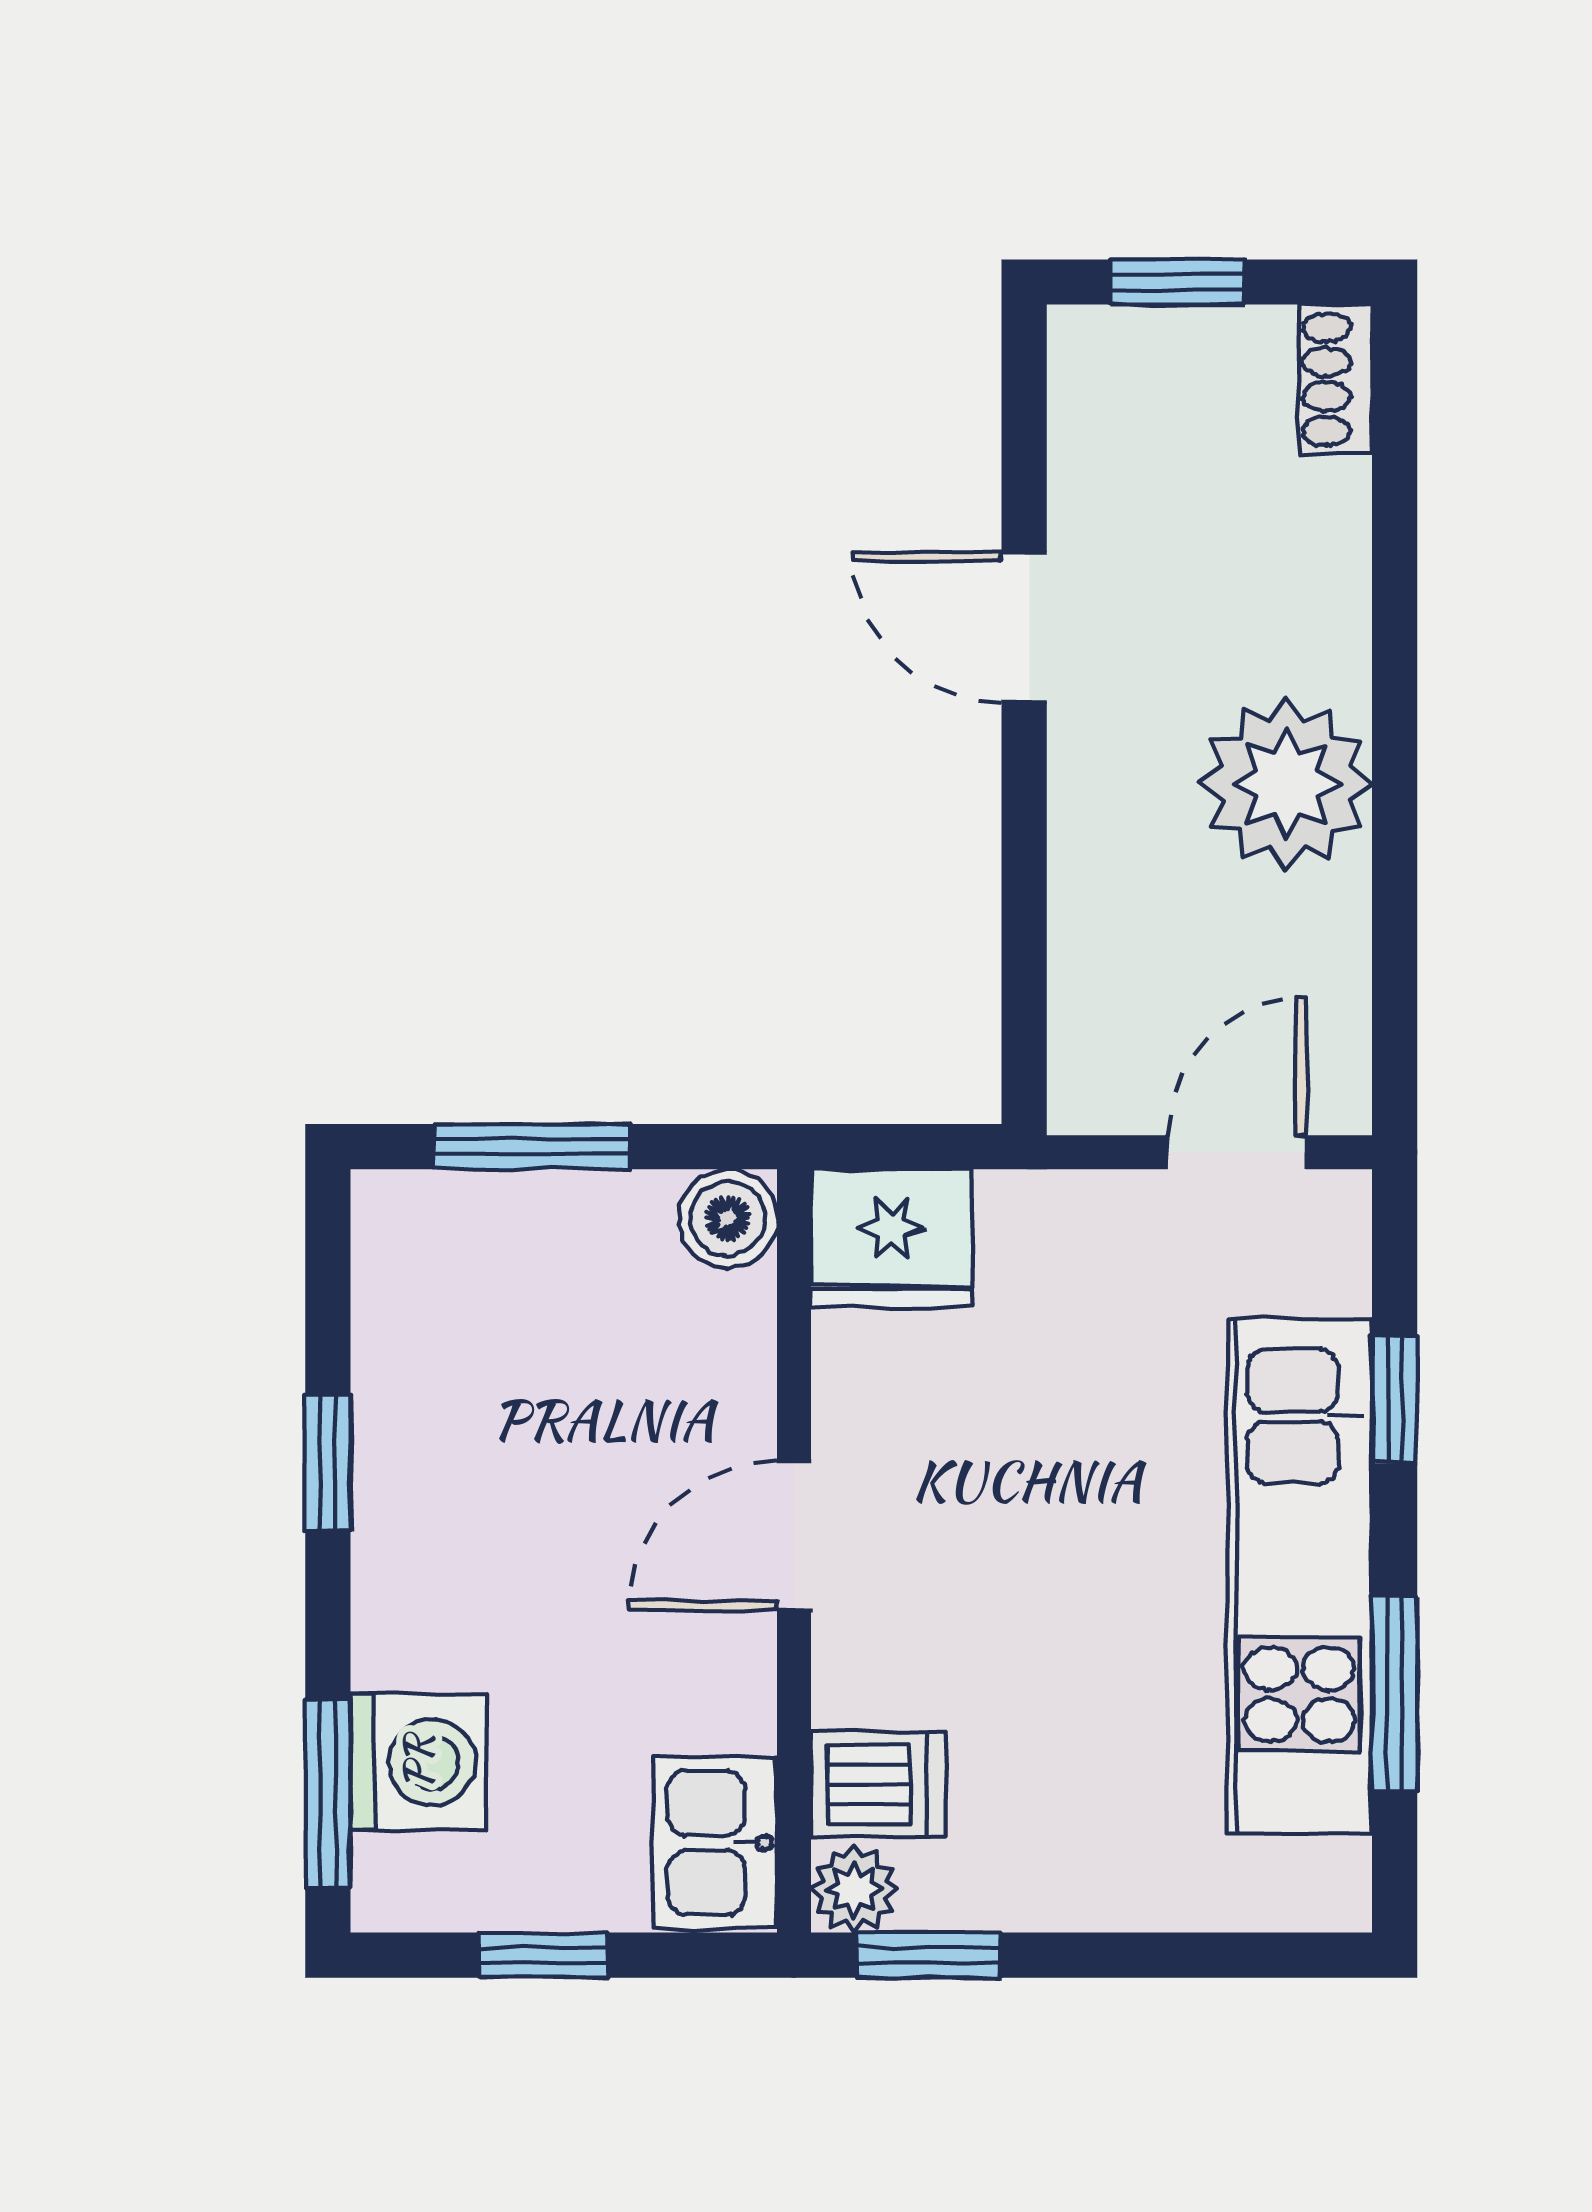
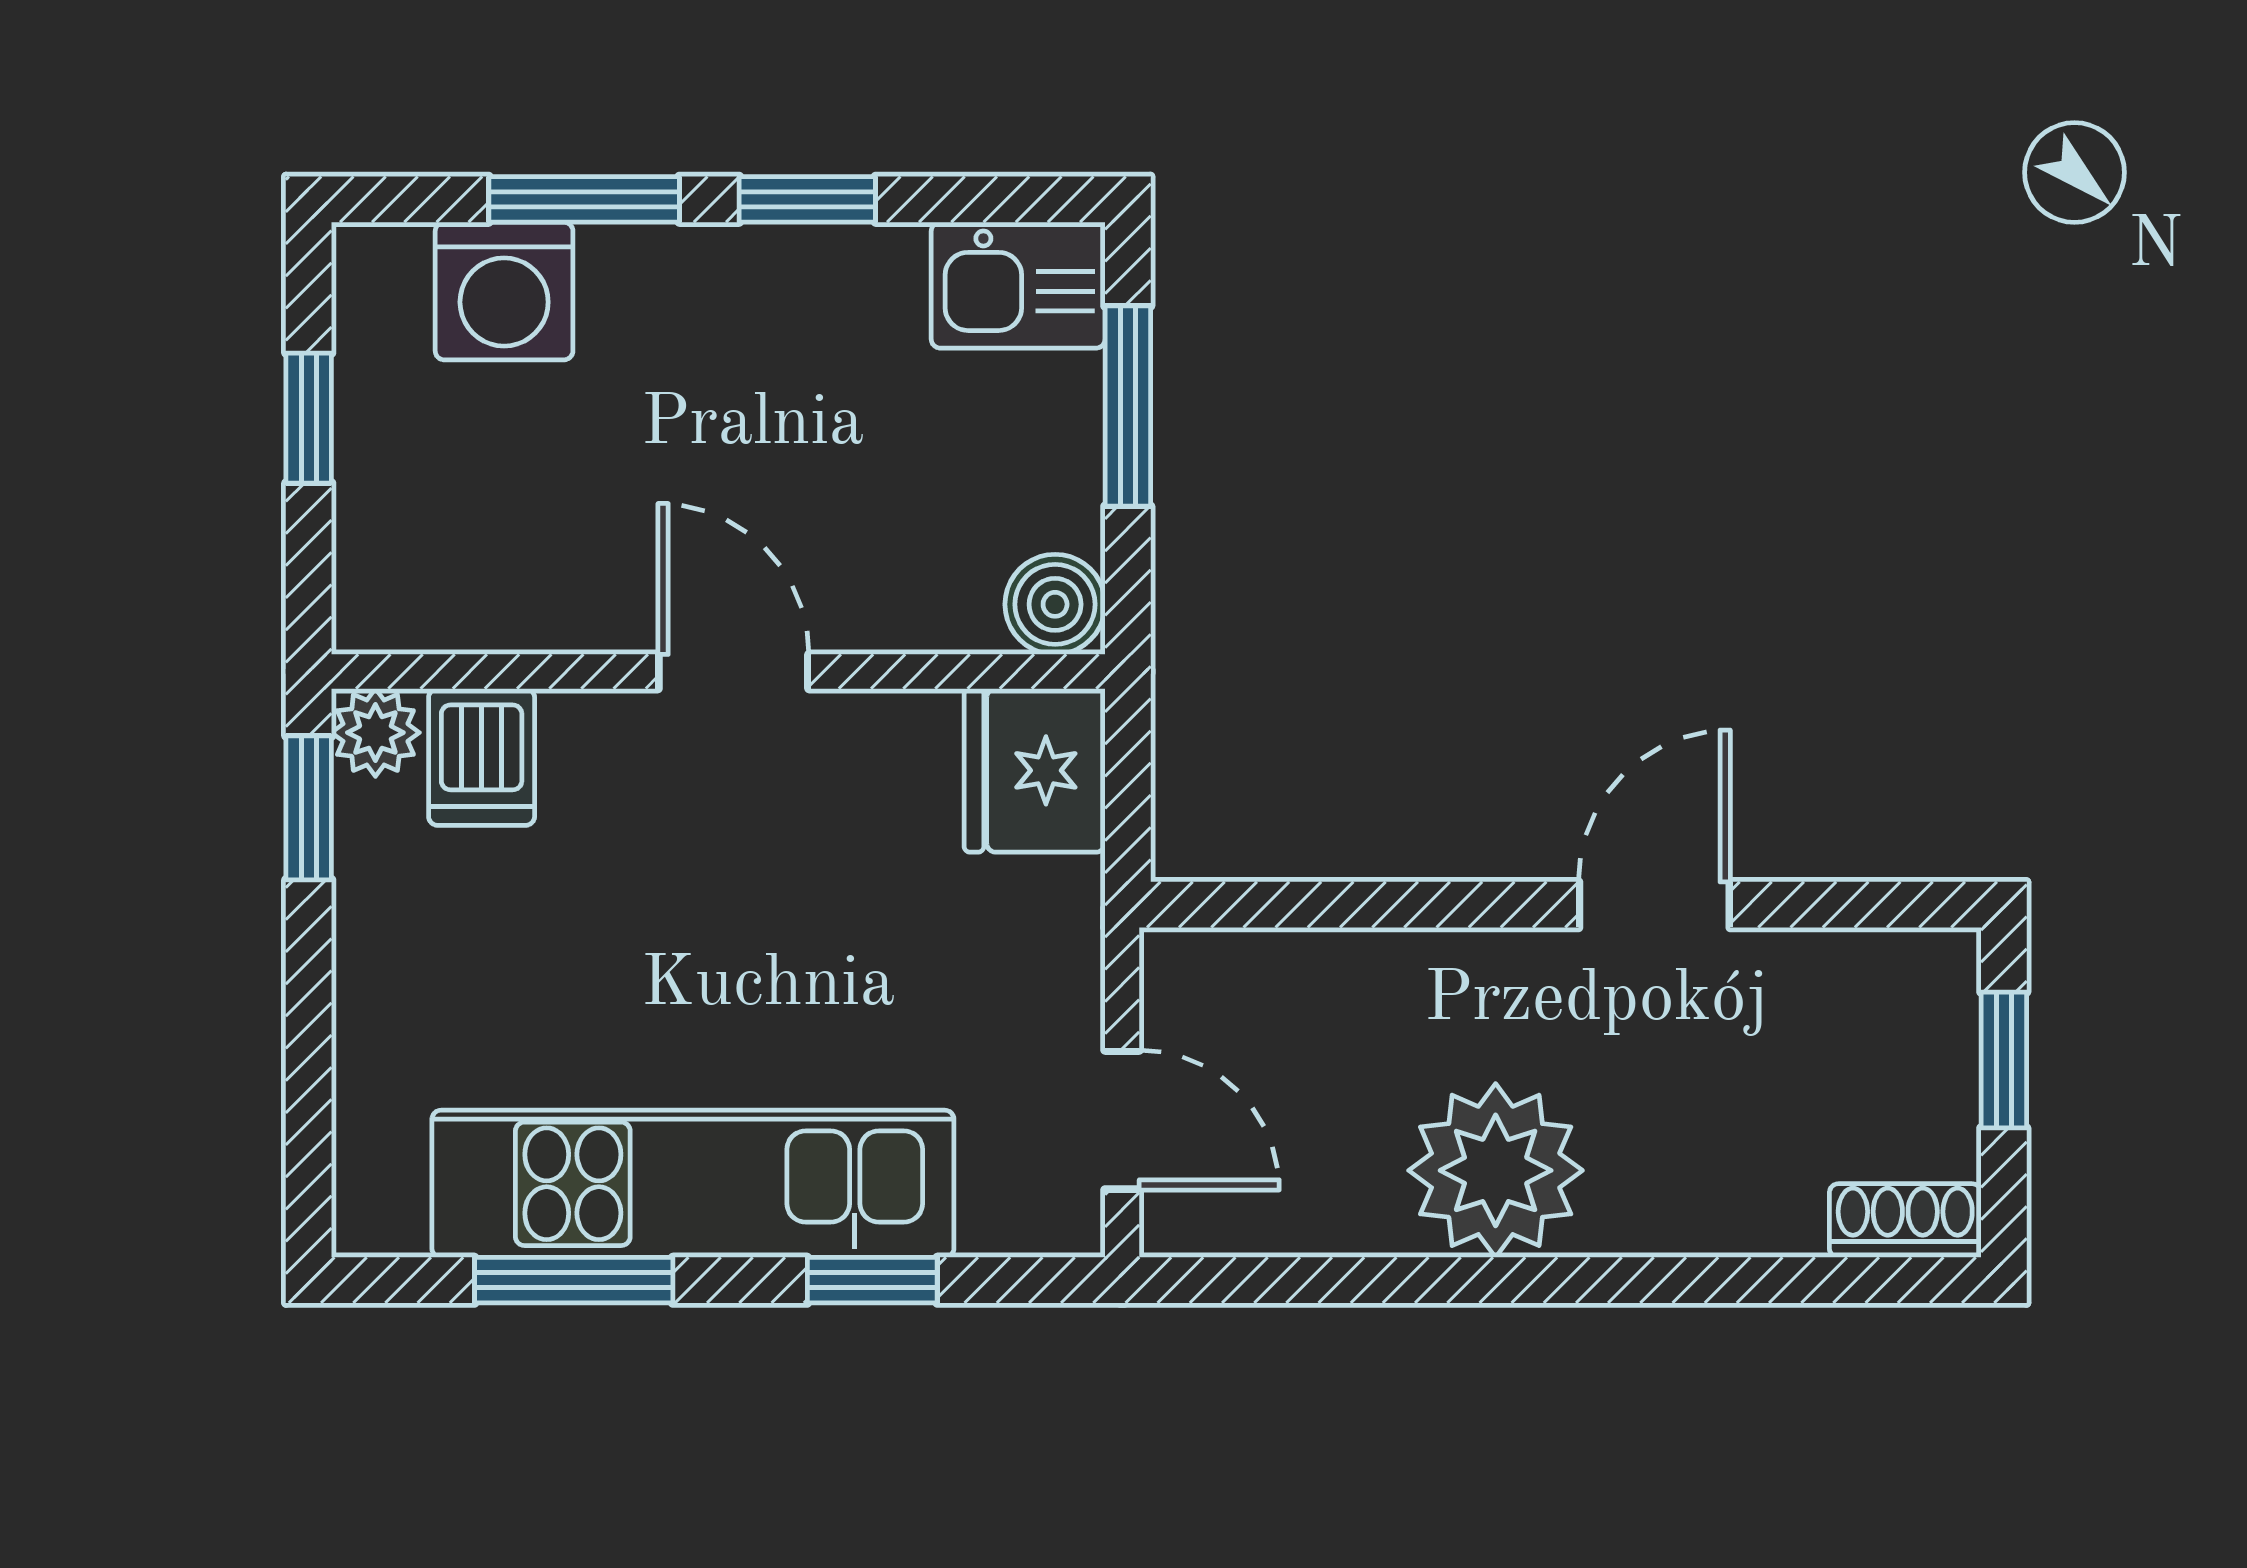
window: (328, 1794) -> (584, 199), moved
kitchen sink: (715, 1843) -> (1018, 285), moved, turned 180

